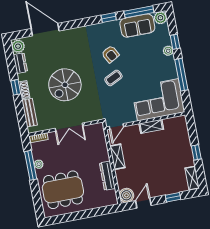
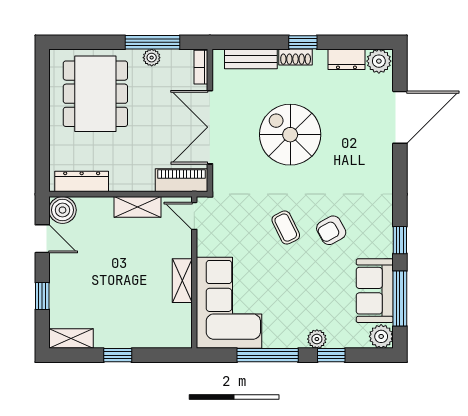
double door: (69, 127) -> (210, 127), width x1.37
piano: (99, 137) -> (181, 180), added
dresser: (107, 176) -> (82, 182), moved

